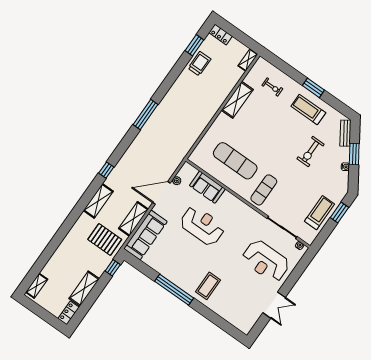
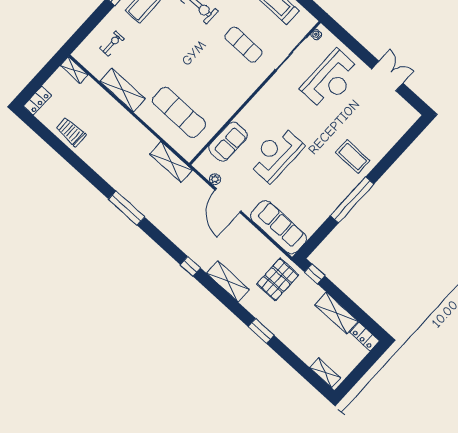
window: (194, 45) -> (261, 331), moved
exercise mat: (235, 161) -> (179, 112), moved, turned 90
exercise mat: (264, 190) -> (243, 45), moved
shelving: (134, 219) -> (171, 162), moved

